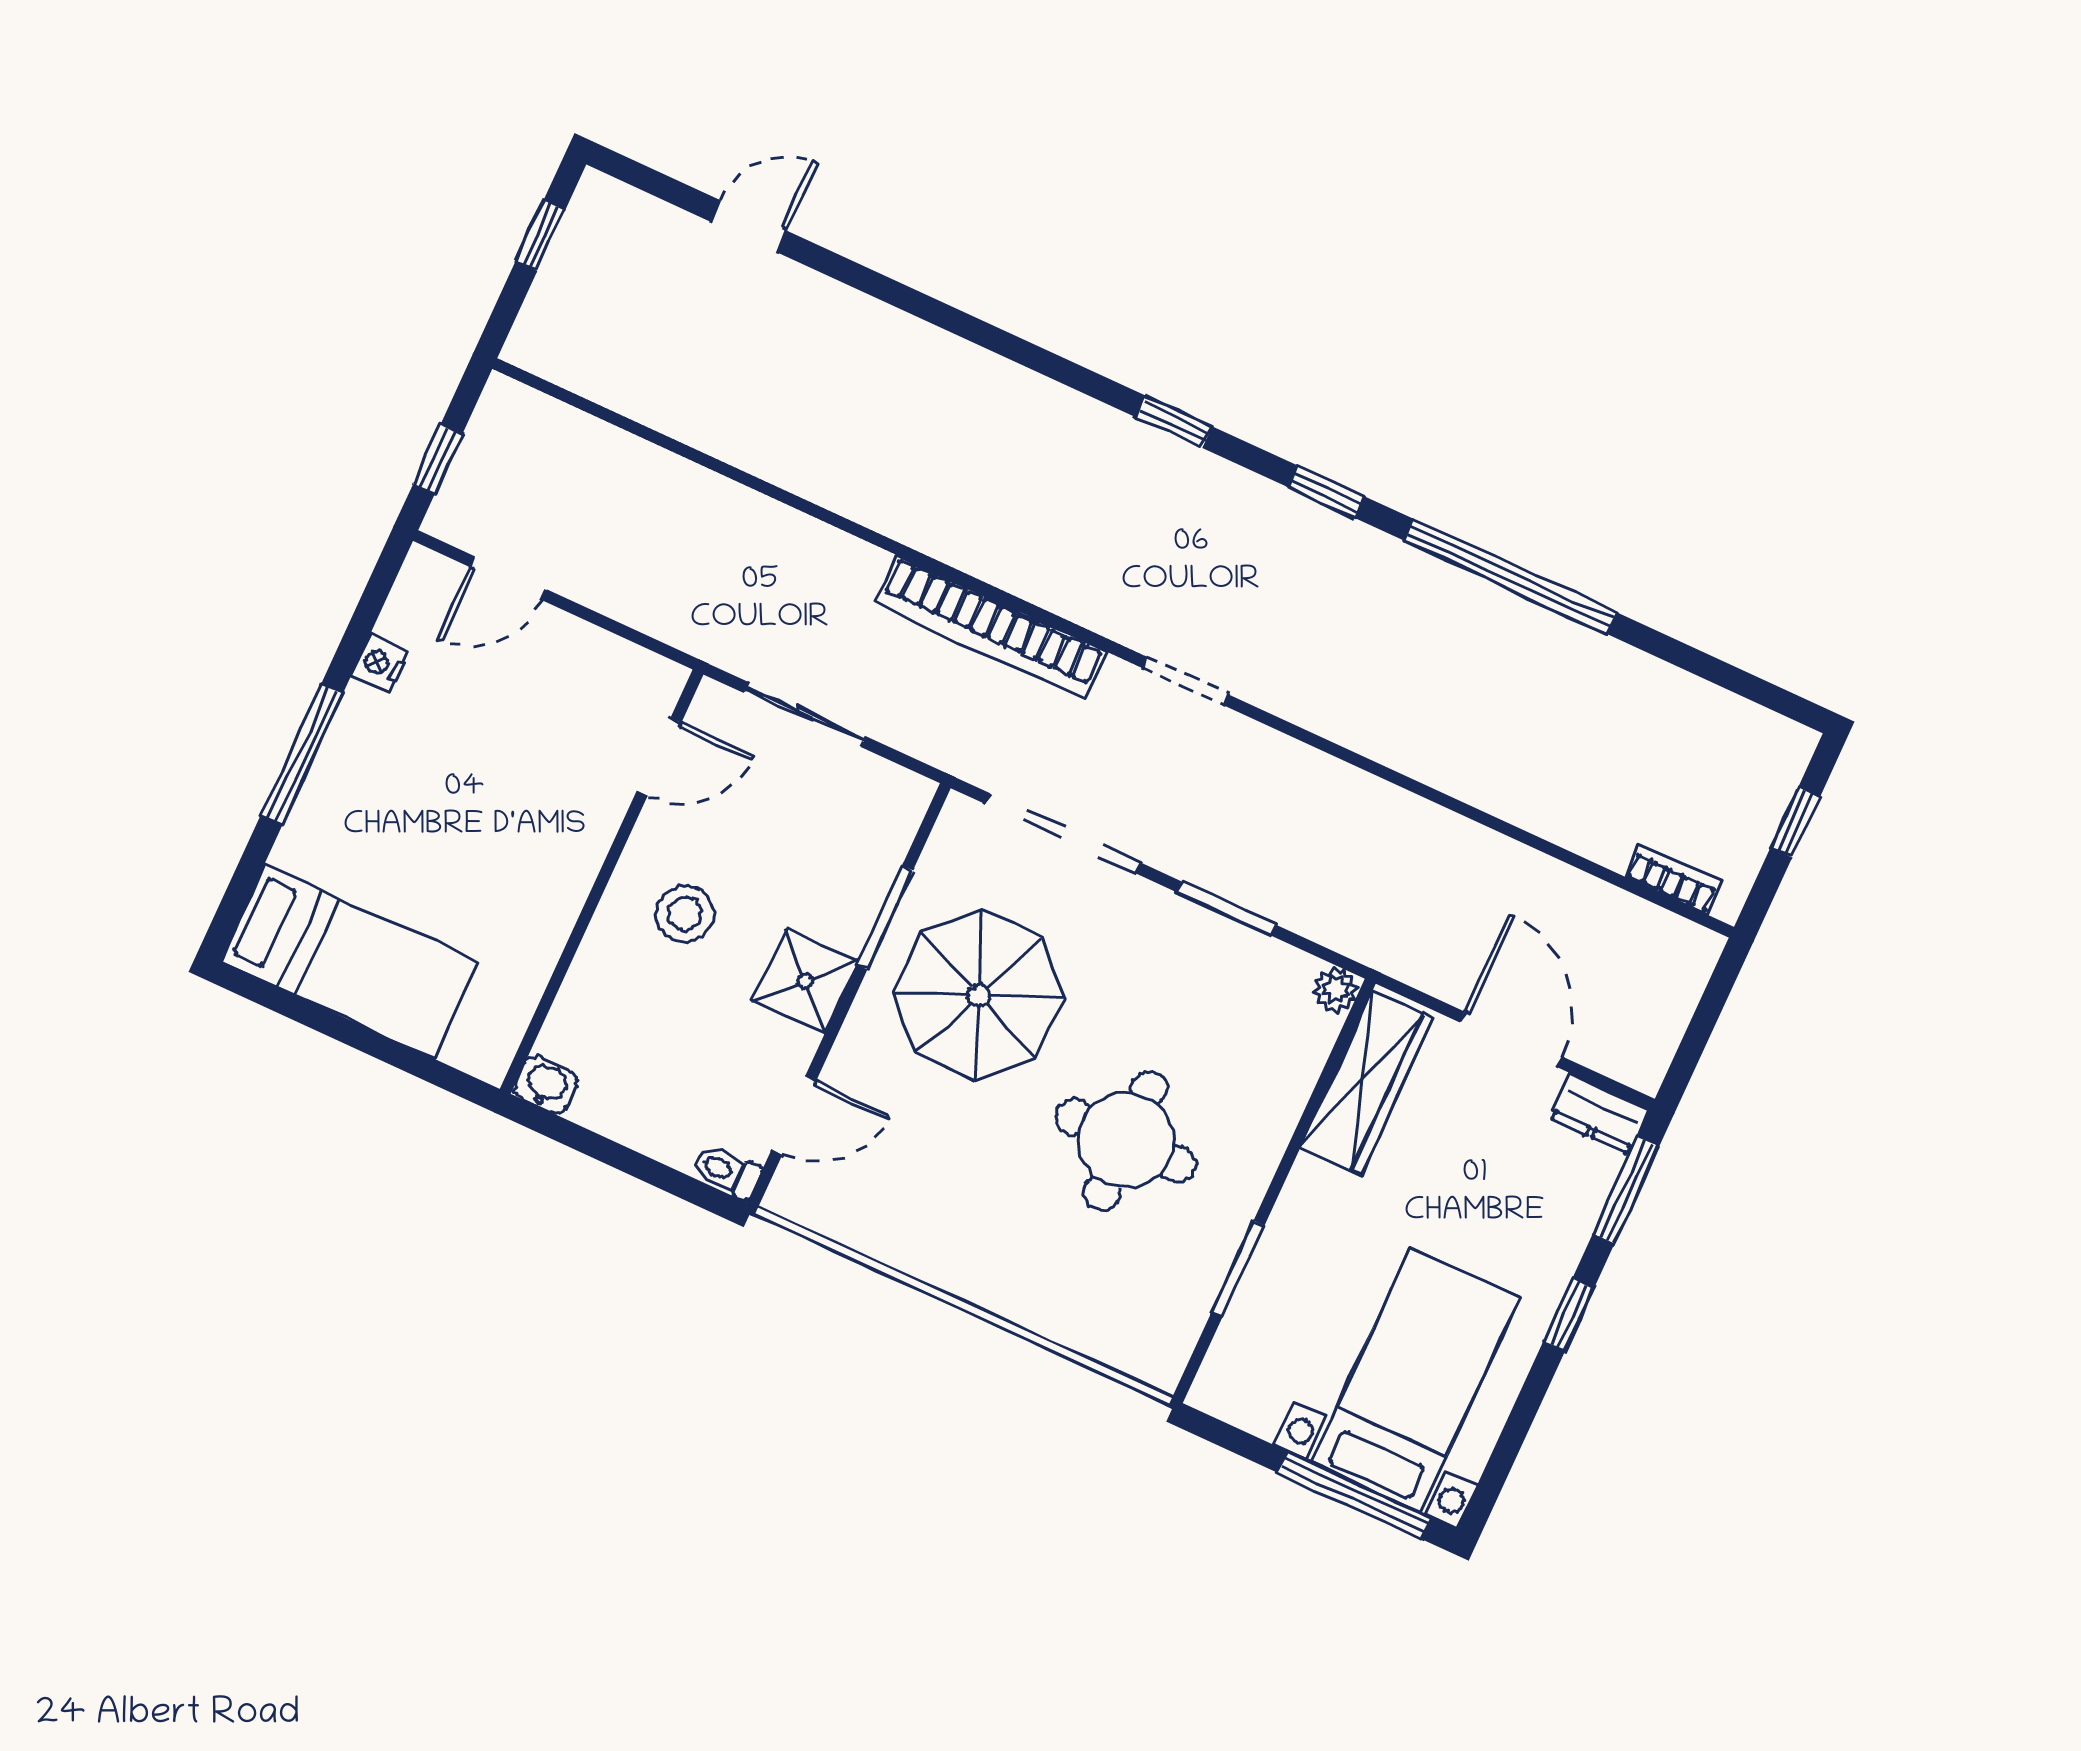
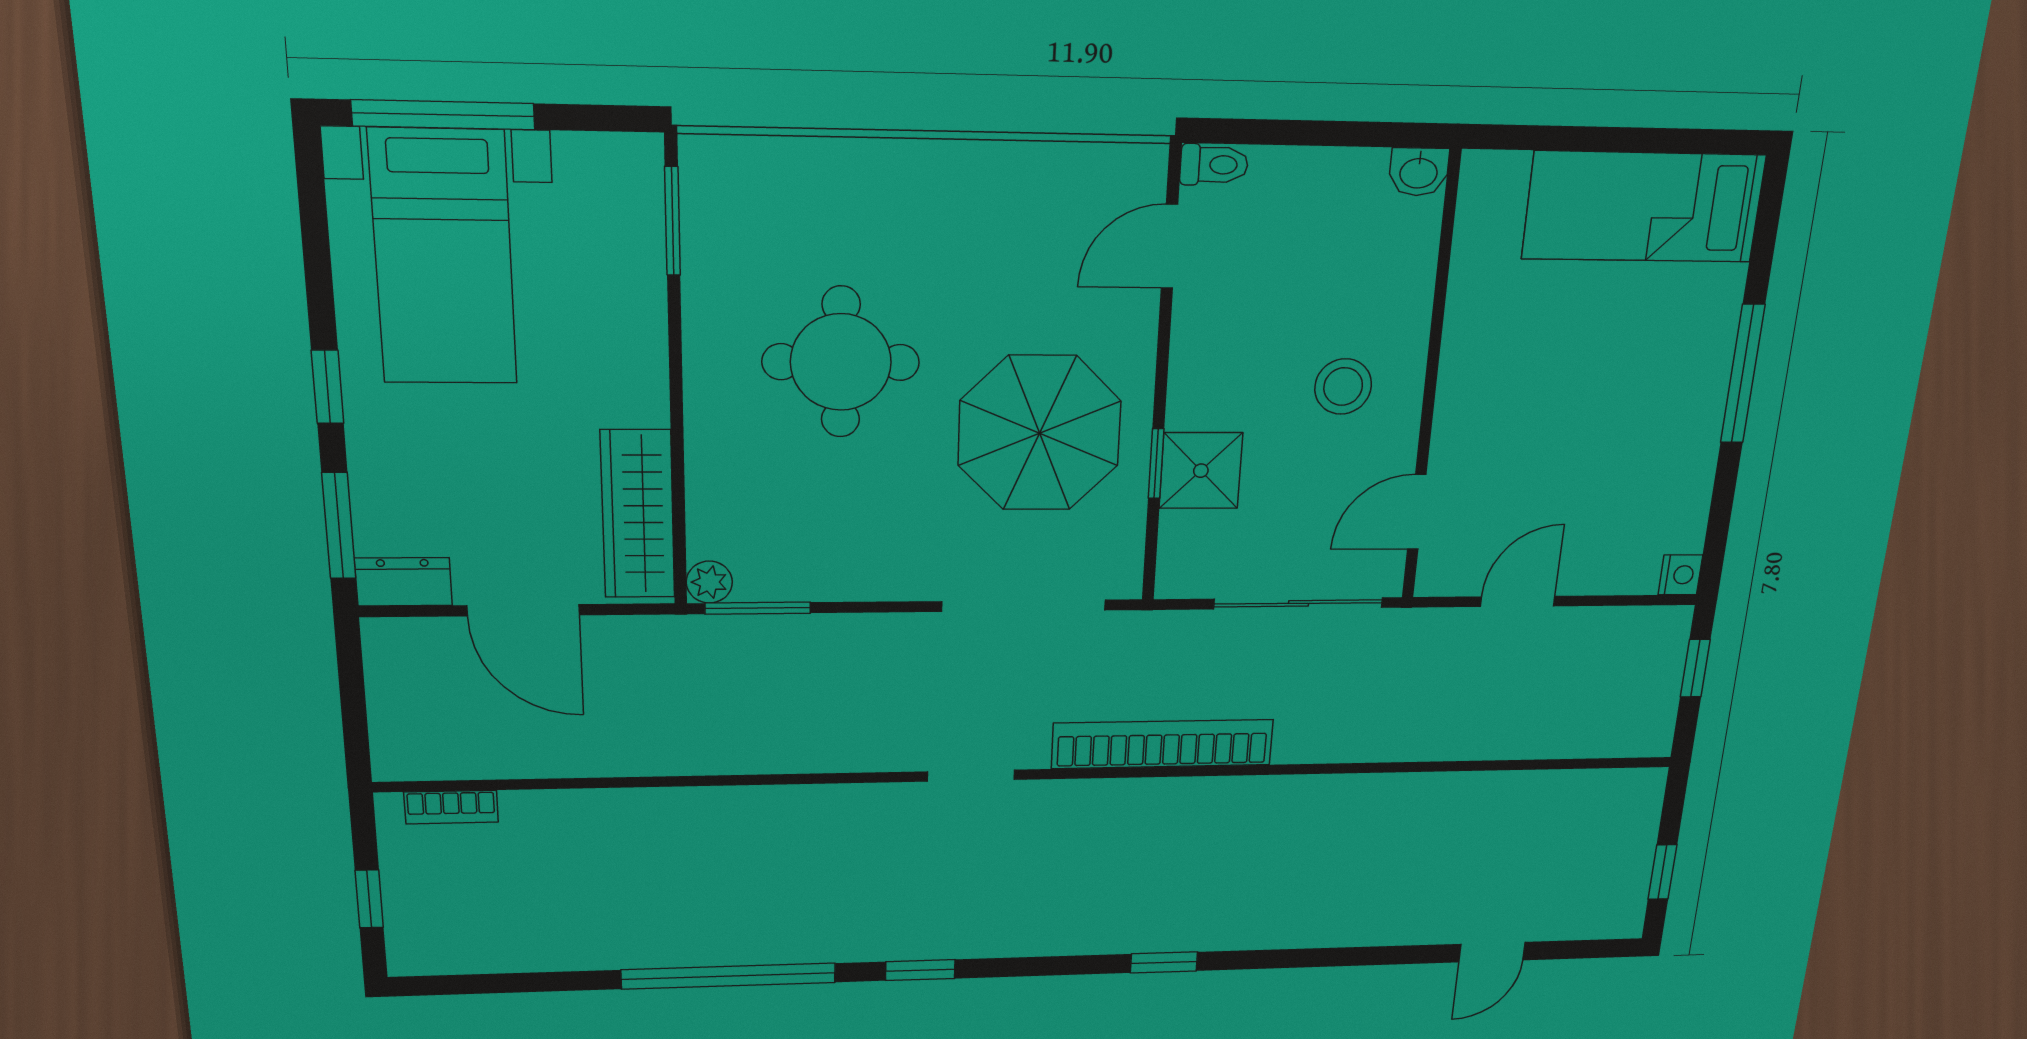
window: (1174, 422) -> (1164, 962), moved
door: (508, 578) -> (1518, 601), moved
nightstand: (380, 664) -> (1680, 575), moved
sliding door: (805, 715) -> (1298, 603), width x1.37
window: (1226, 908) -> (758, 608), moved
window: (885, 917) -> (1156, 464), width x0.67
shower: (805, 981) -> (1201, 471), moved
window: (1238, 1269) -> (672, 221), moved

